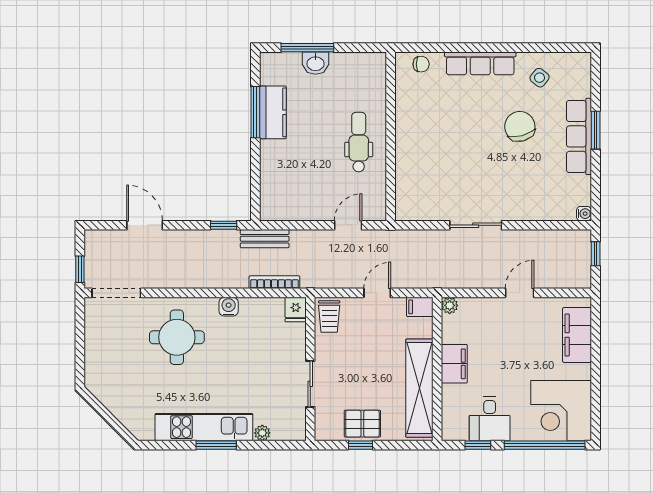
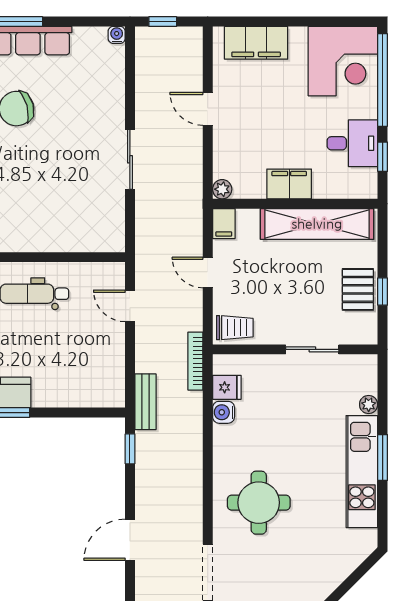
bookcase: (274, 282) -> (195, 361), moved
water cooler: (229, 307) -> (224, 412), moved
fridge: (296, 310) -> (227, 387), moved

